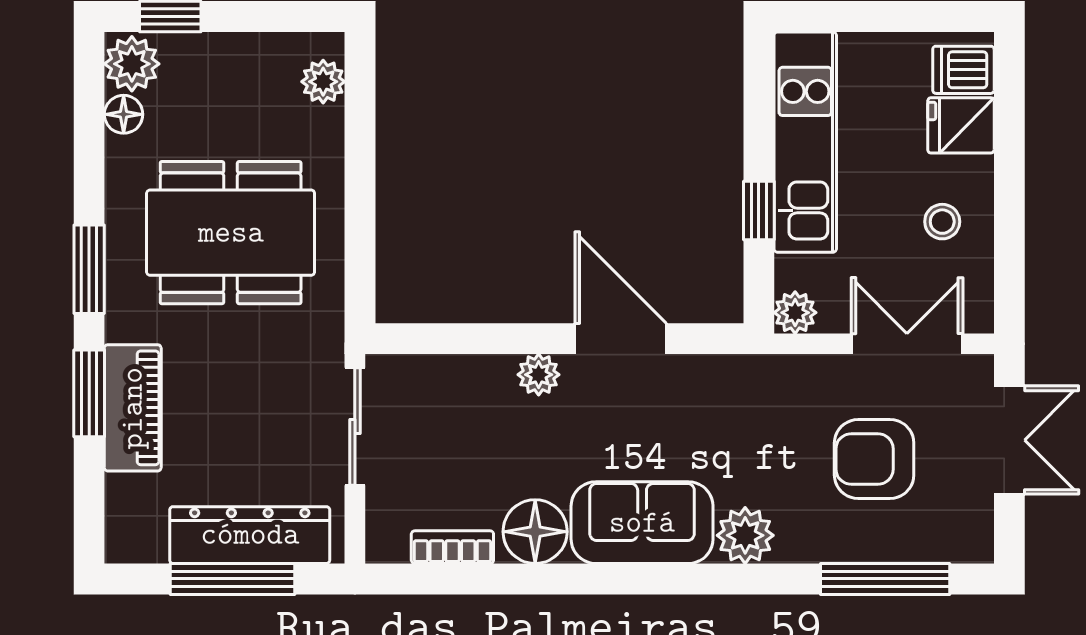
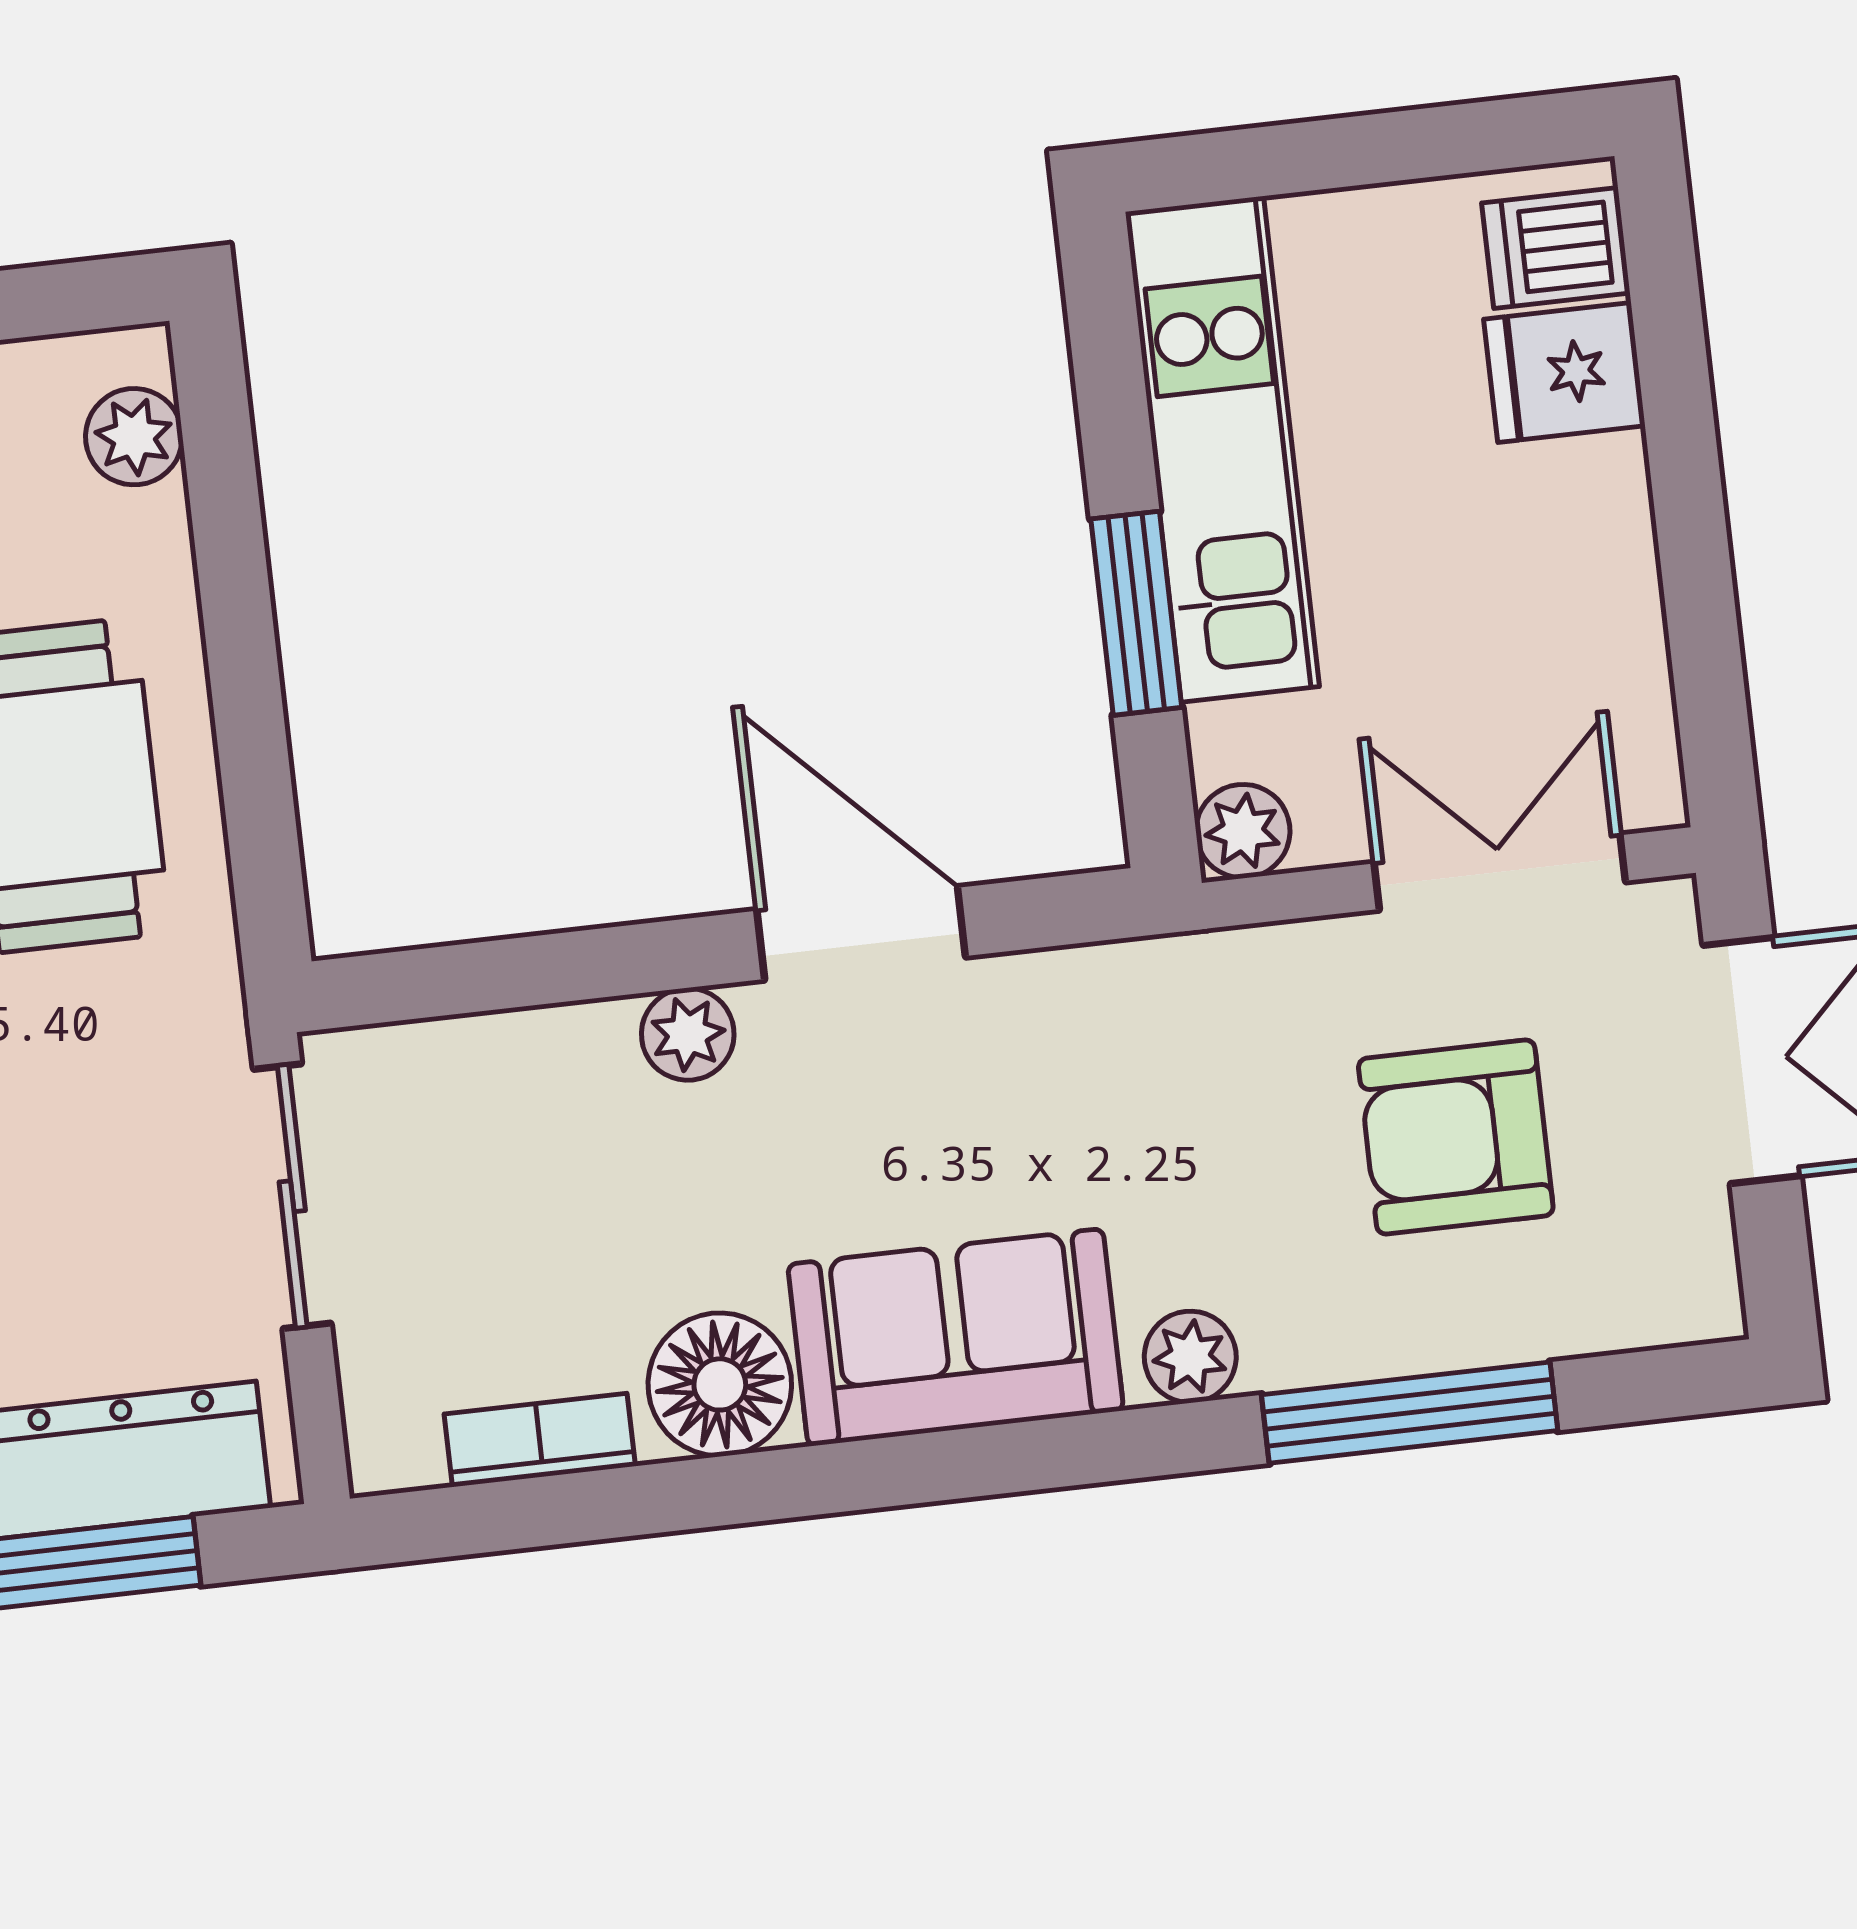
window: (759, 211) -> (1136, 613), width x1.50
stool: (942, 222) -> (1547, 591), removed
plant: (745, 535) -> (1190, 1357), width x0.73, depth x0.73
window: (885, 579) -> (1410, 1413), moved

